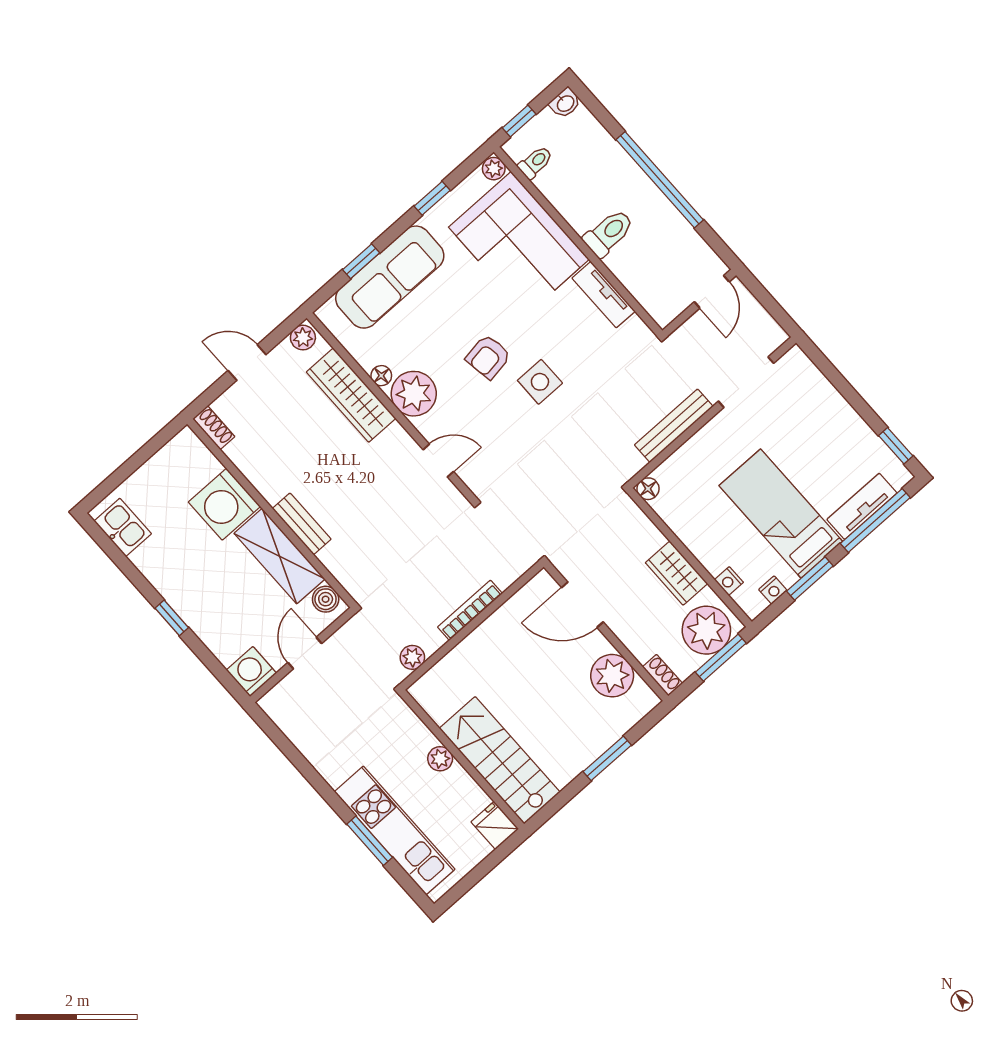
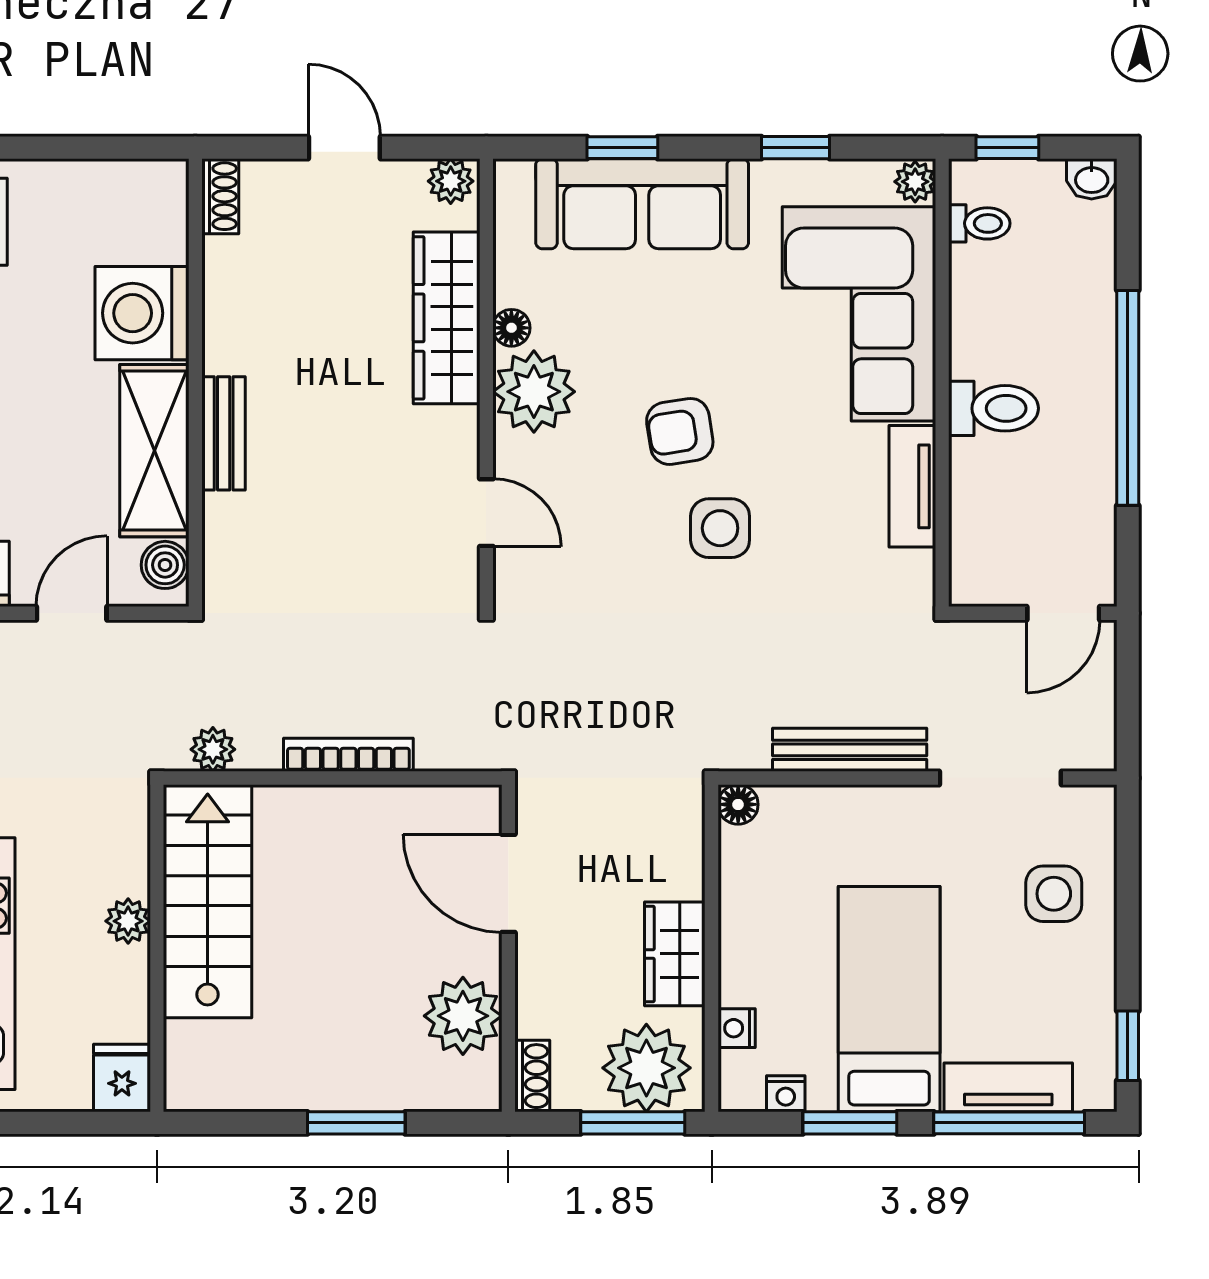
side table: (810, 410) -> (1054, 894), added
stairs: (500, 760) -> (208, 901), moved

